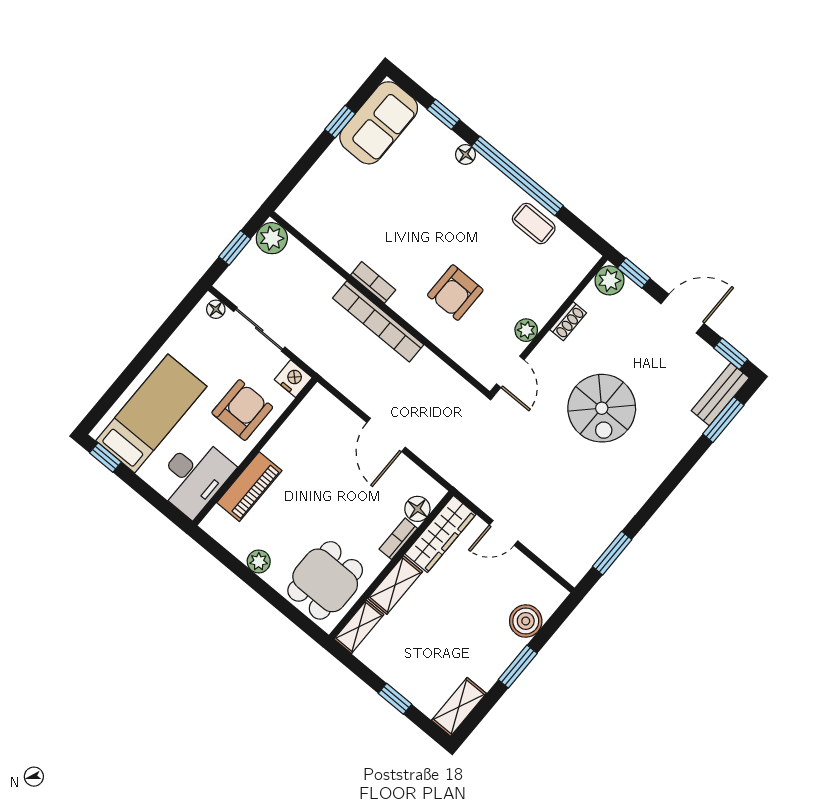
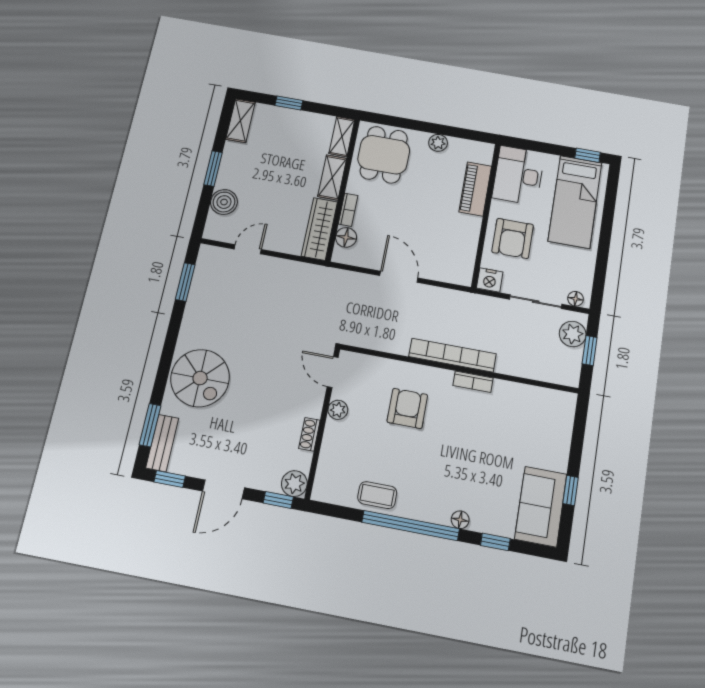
plant: (272, 238) -> (573, 334), moved
spiral stairs: (602, 408) -> (200, 378), moved, turned 180
door: (504, 533) -> (248, 249), moved

